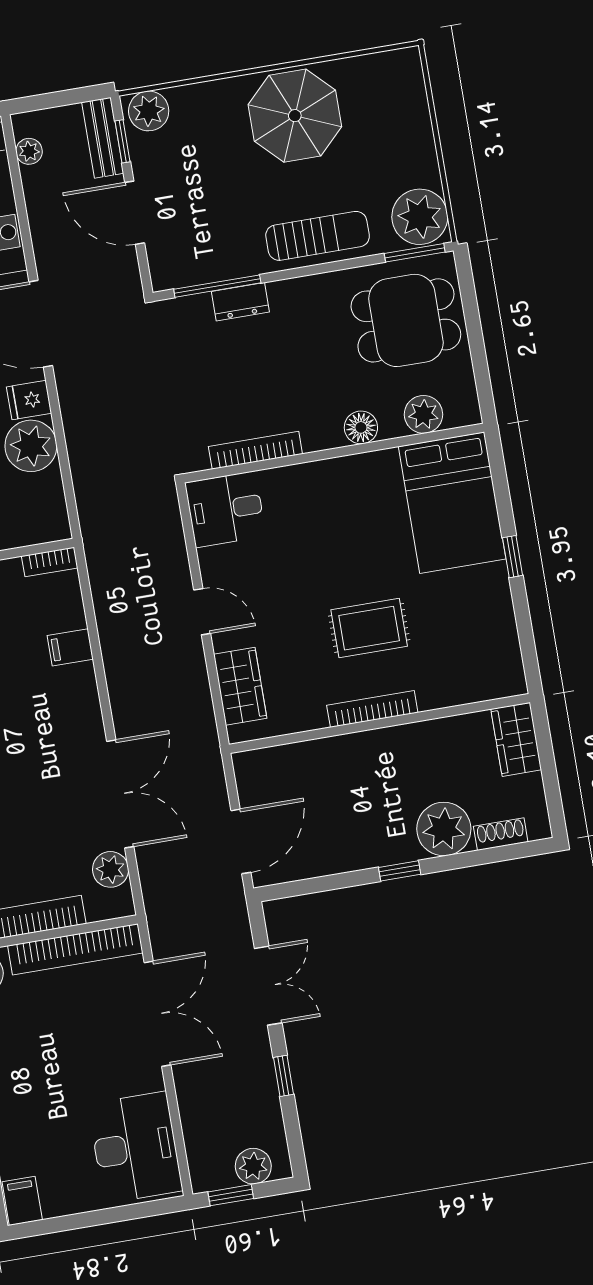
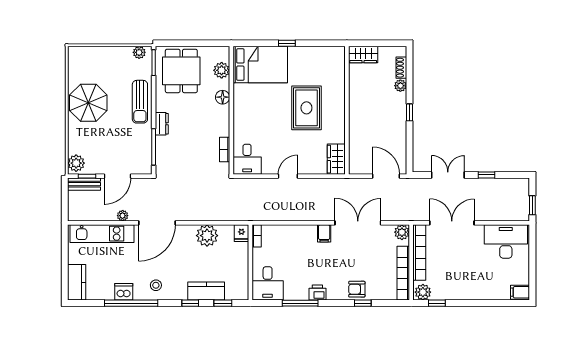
plant: (29, 151) -> (123, 216), moved
plant: (420, 217) -> (139, 52), width x0.53, depth x0.53
sun lounger: (318, 236) -> (140, 102), turned 180
dresser: (240, 302) -> (162, 124), moved
fridge: (29, 400) -> (241, 233), moved
bookcase: (255, 450) -> (225, 150), width x0.64
rug: (369, 628) -> (306, 108), width x1.36, depth x1.43
filing cabinet: (70, 647) -> (324, 233), moved
wardrobe: (240, 686) -> (336, 159), moved, turned -90
bookcase: (372, 709) -> (340, 112), removed
plant: (444, 829) -> (400, 86), width x0.53, depth x0.53
plant: (111, 869) -> (402, 232), moved
plant: (253, 1166) -> (522, 194), removed

